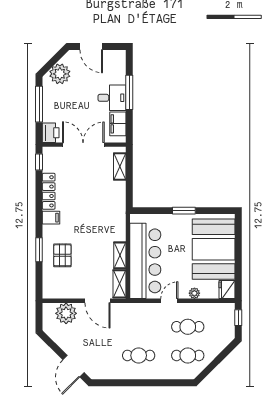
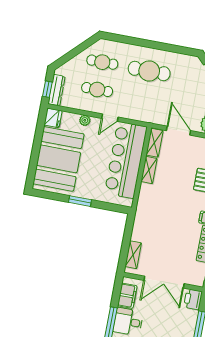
dresser: (229, 318) -> (57, 90), added
cafe table: (139, 355) -> (149, 71), width x1.37, depth x1.35

